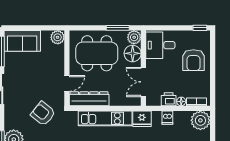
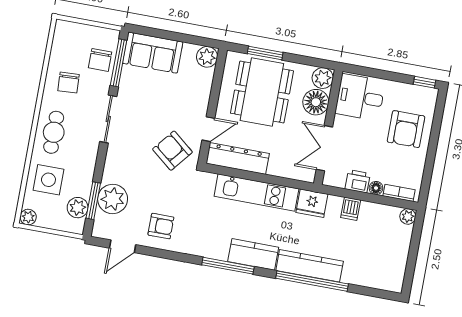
window: (118, 28) -> (265, 53), moved
dining table: (97, 53) -> (262, 92), turned 90
armchair: (43, 114) -> (172, 151), moved
plant: (200, 120) -> (408, 216), width x0.53, depth x0.53

